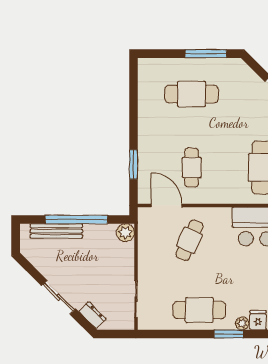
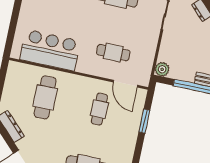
cafe table: (189, 240) -> (113, 53), turned 66

